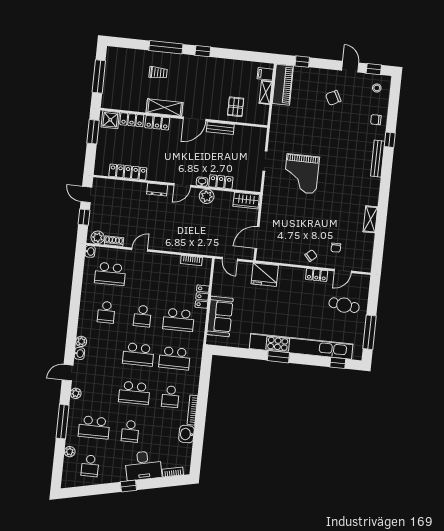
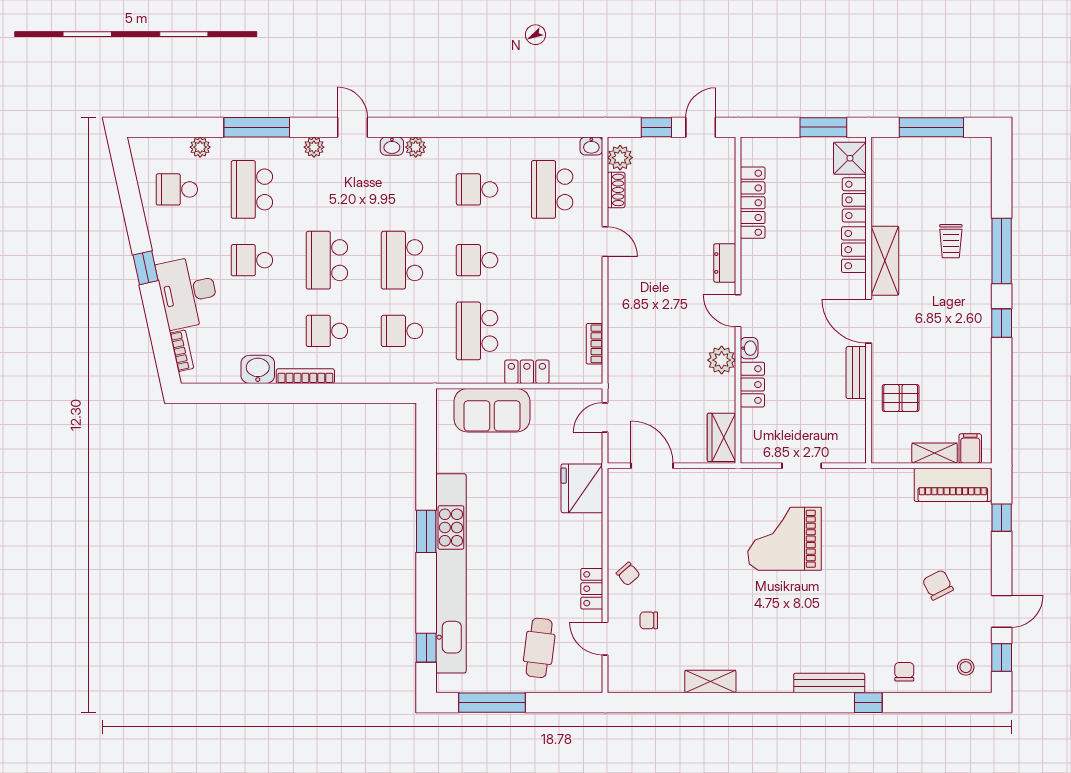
school desk: (175, 358) -> (402, 331), width x0.54

